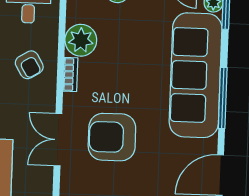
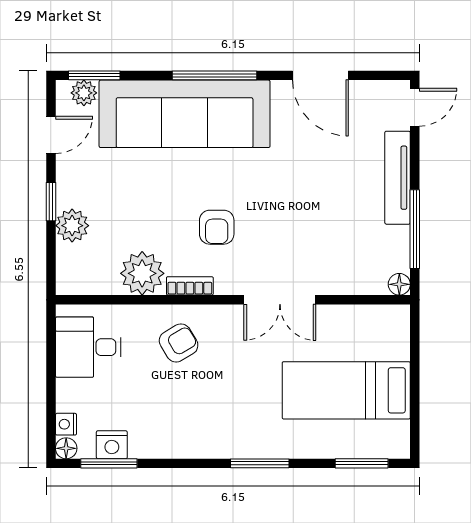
armchair: (112, 137) -> (217, 227), moved, width x0.53, depth x0.53

